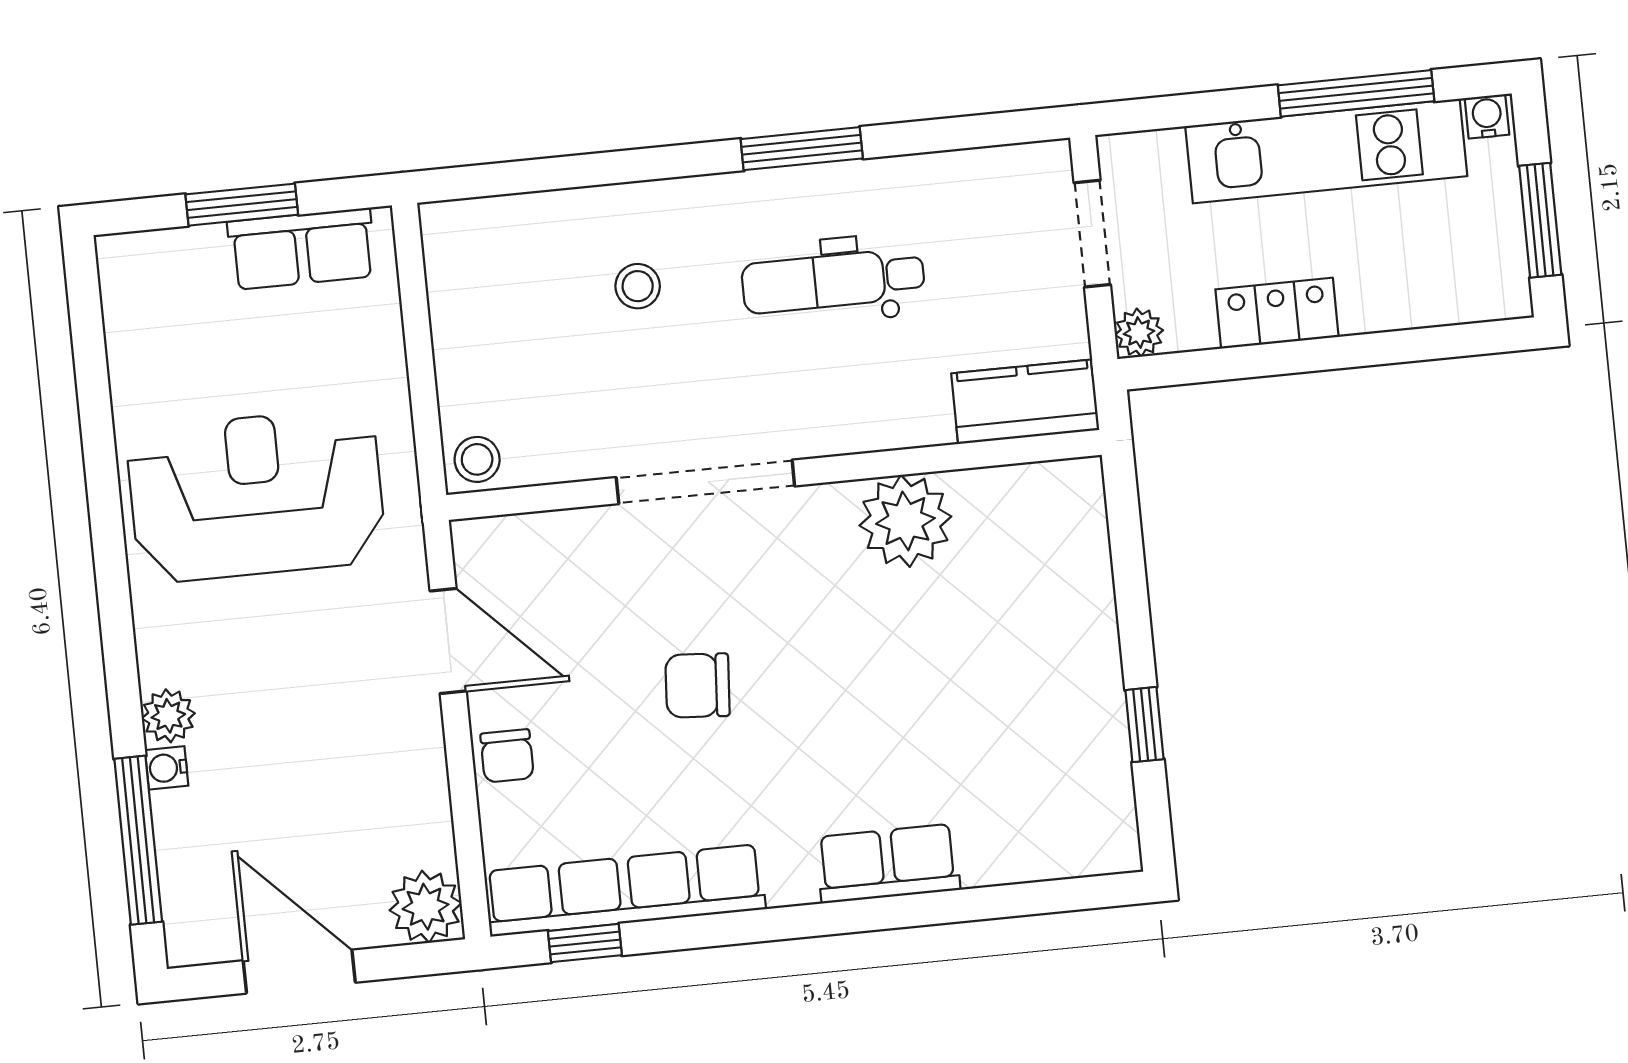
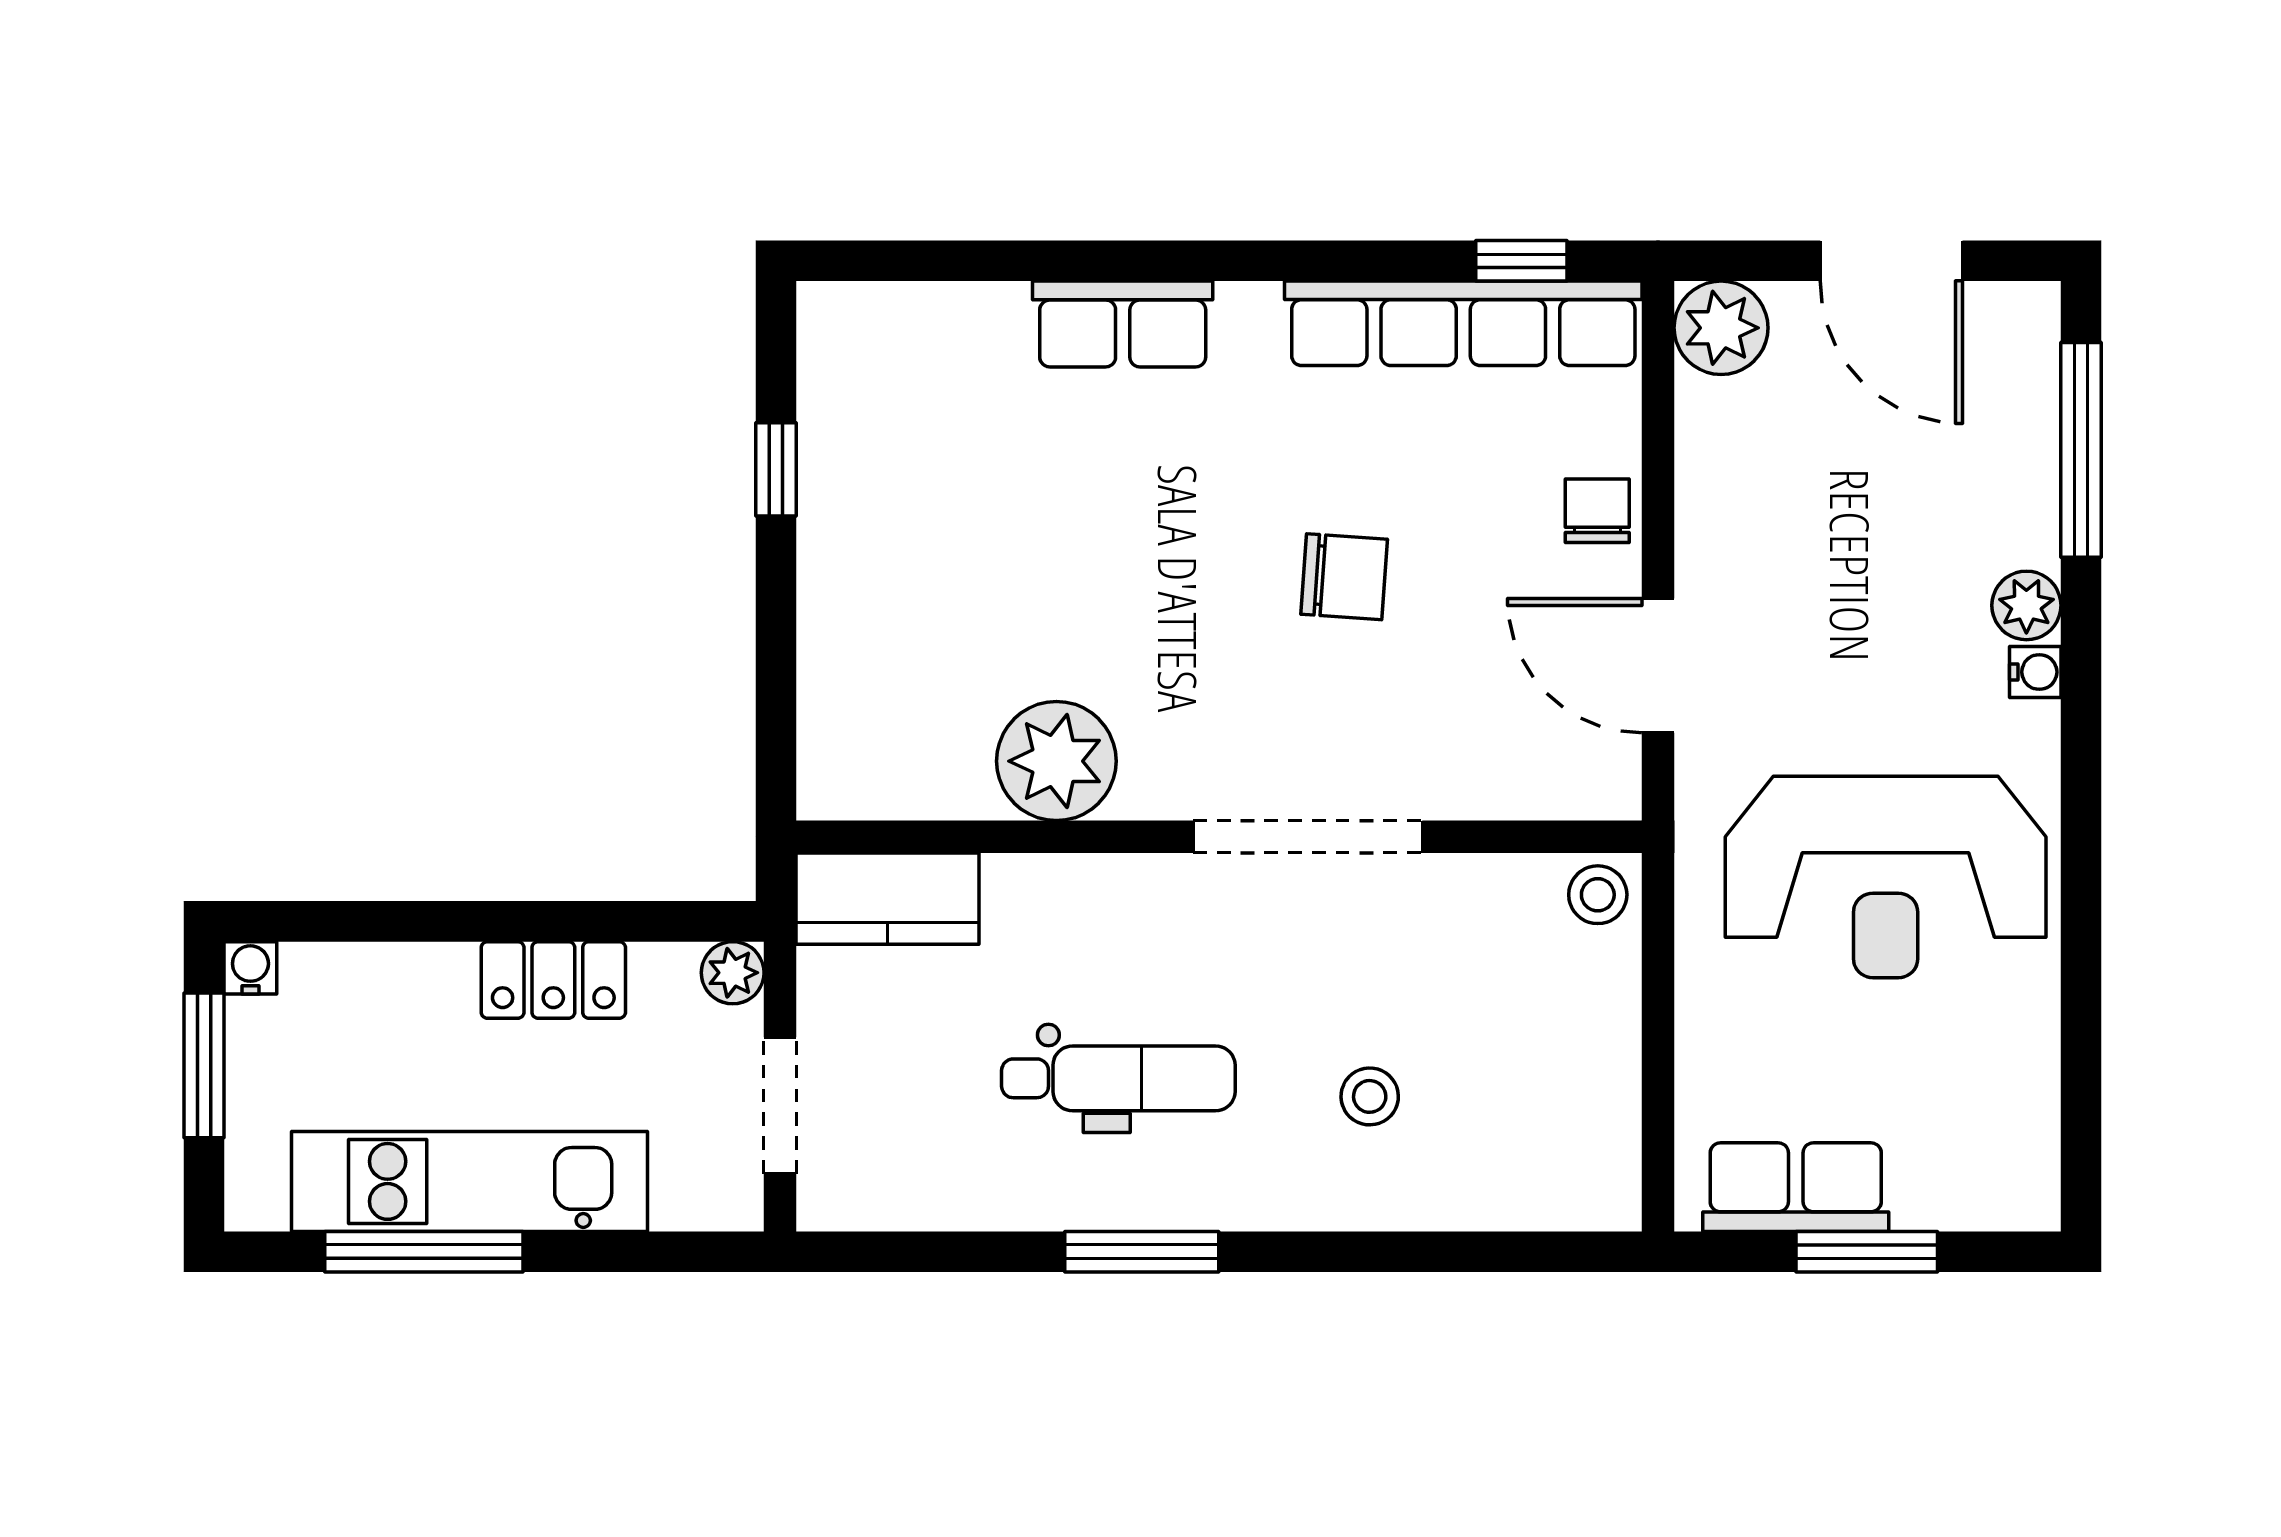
water cooler: (1487, 116) -> (250, 968), moved, turned 180
water cooler: (167, 768) -> (2035, 672), moved

